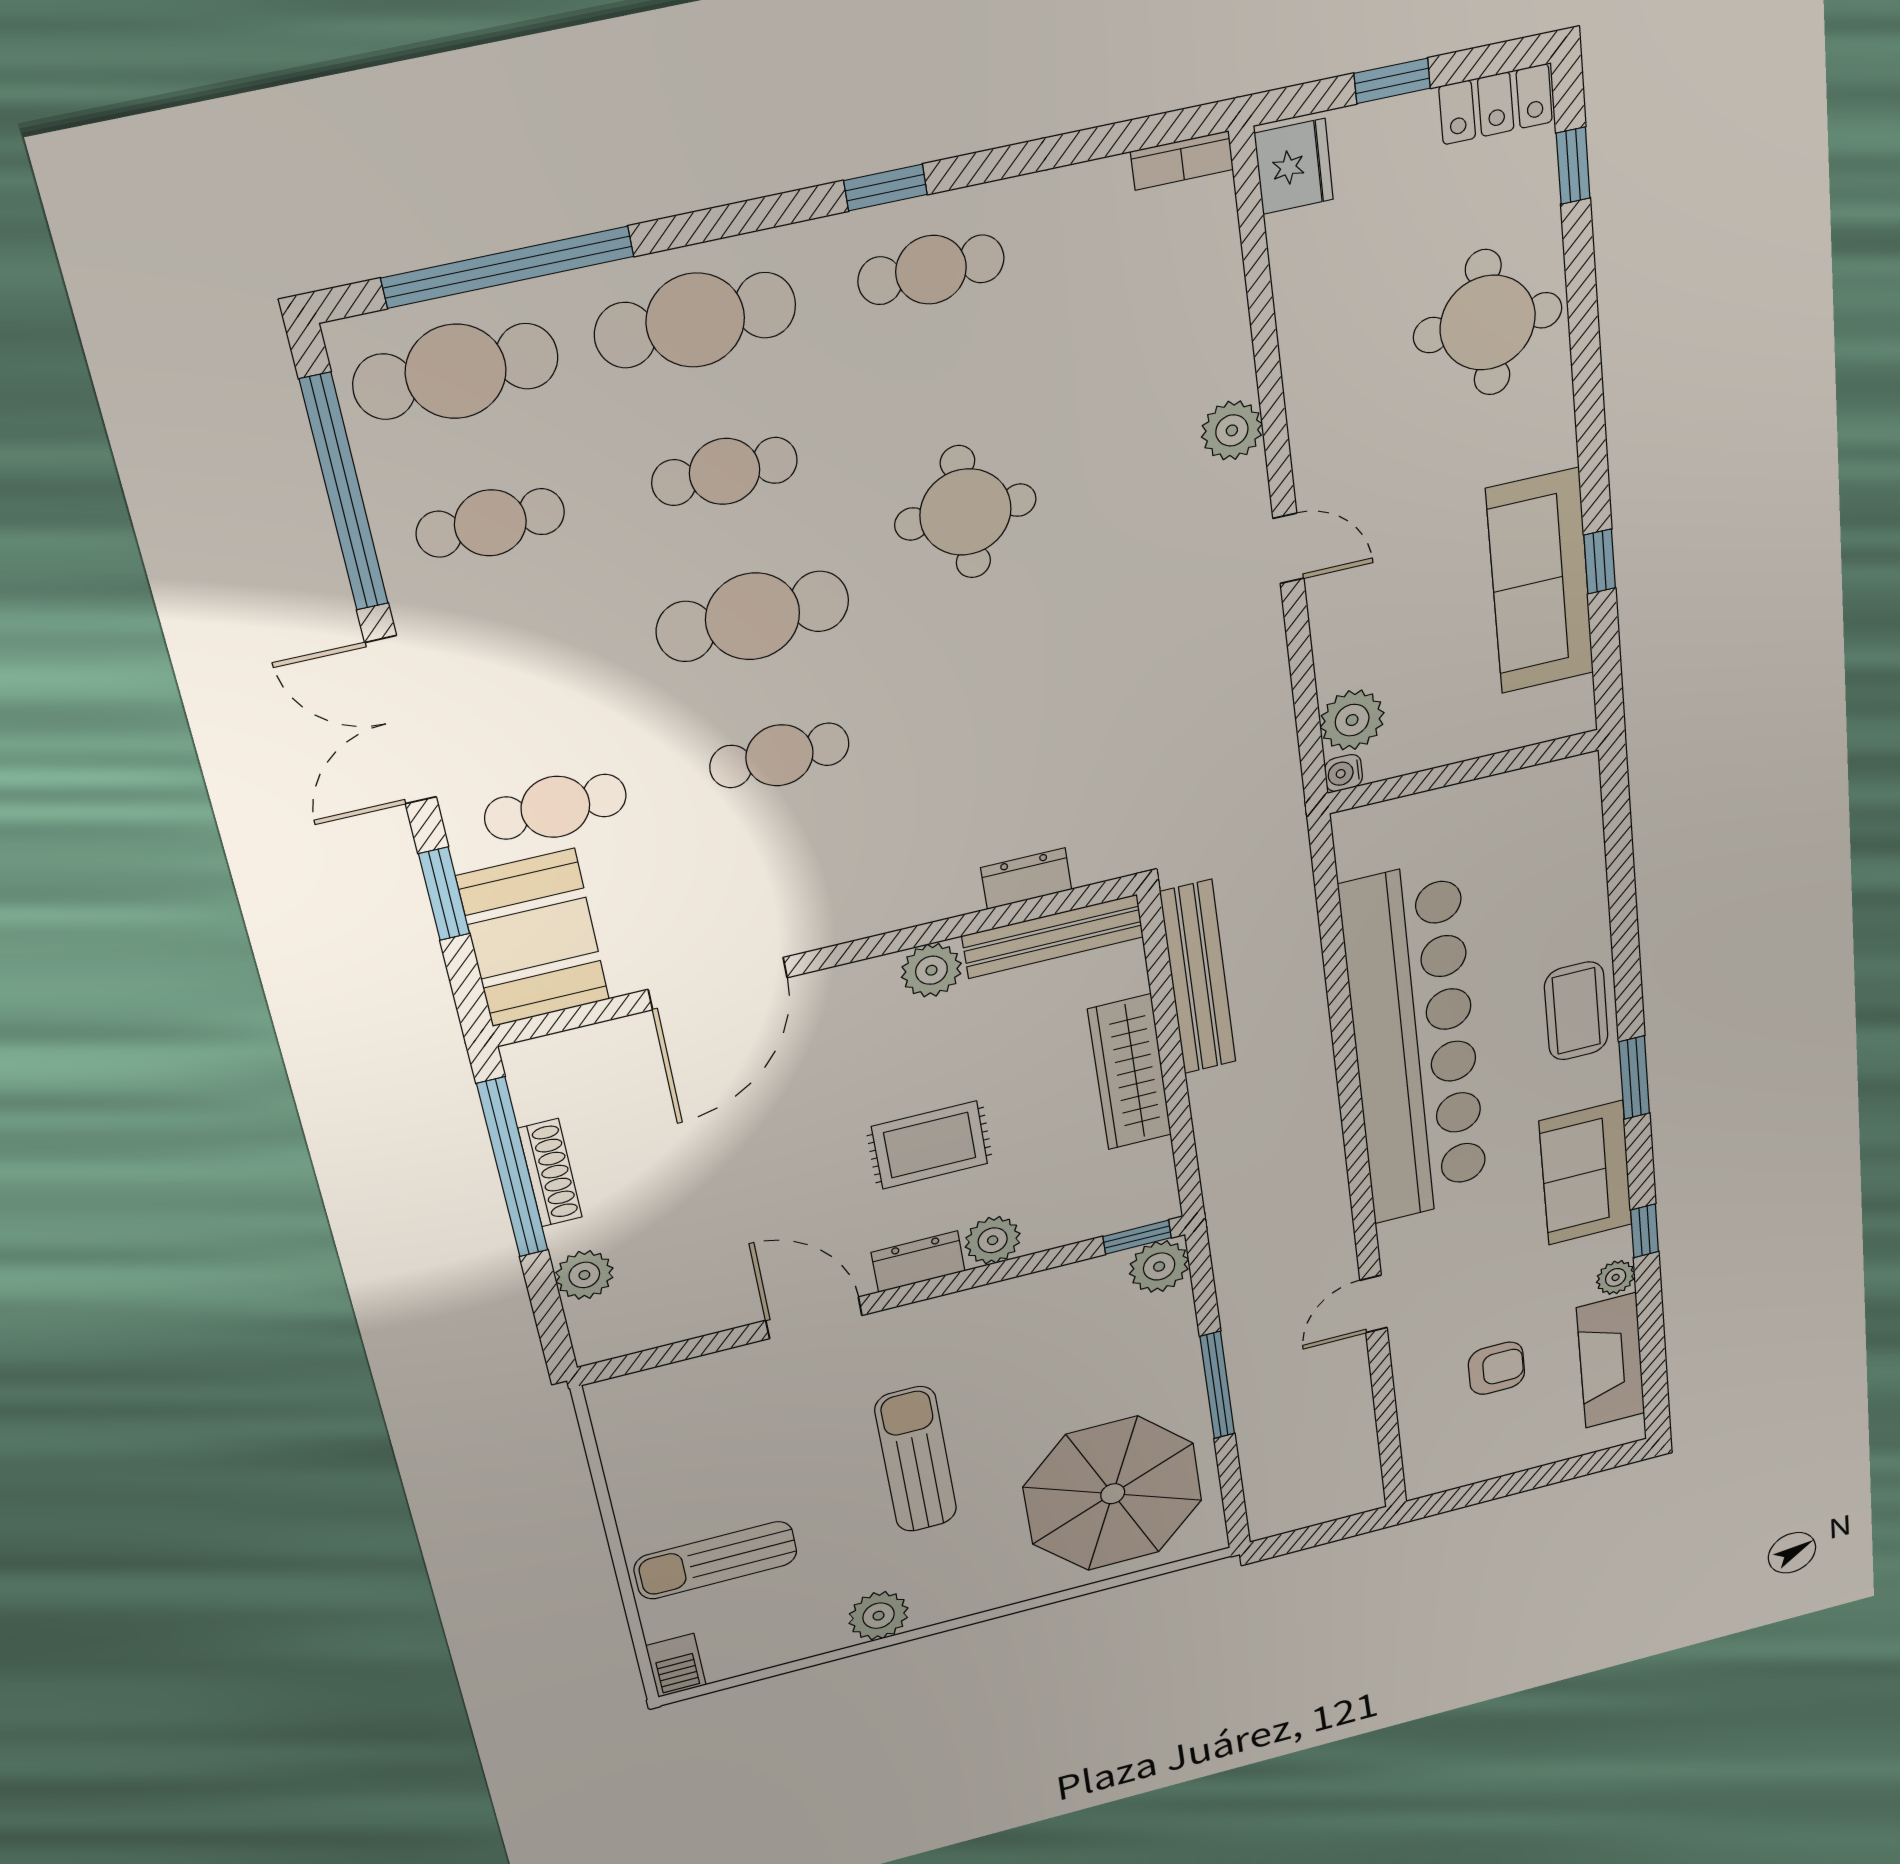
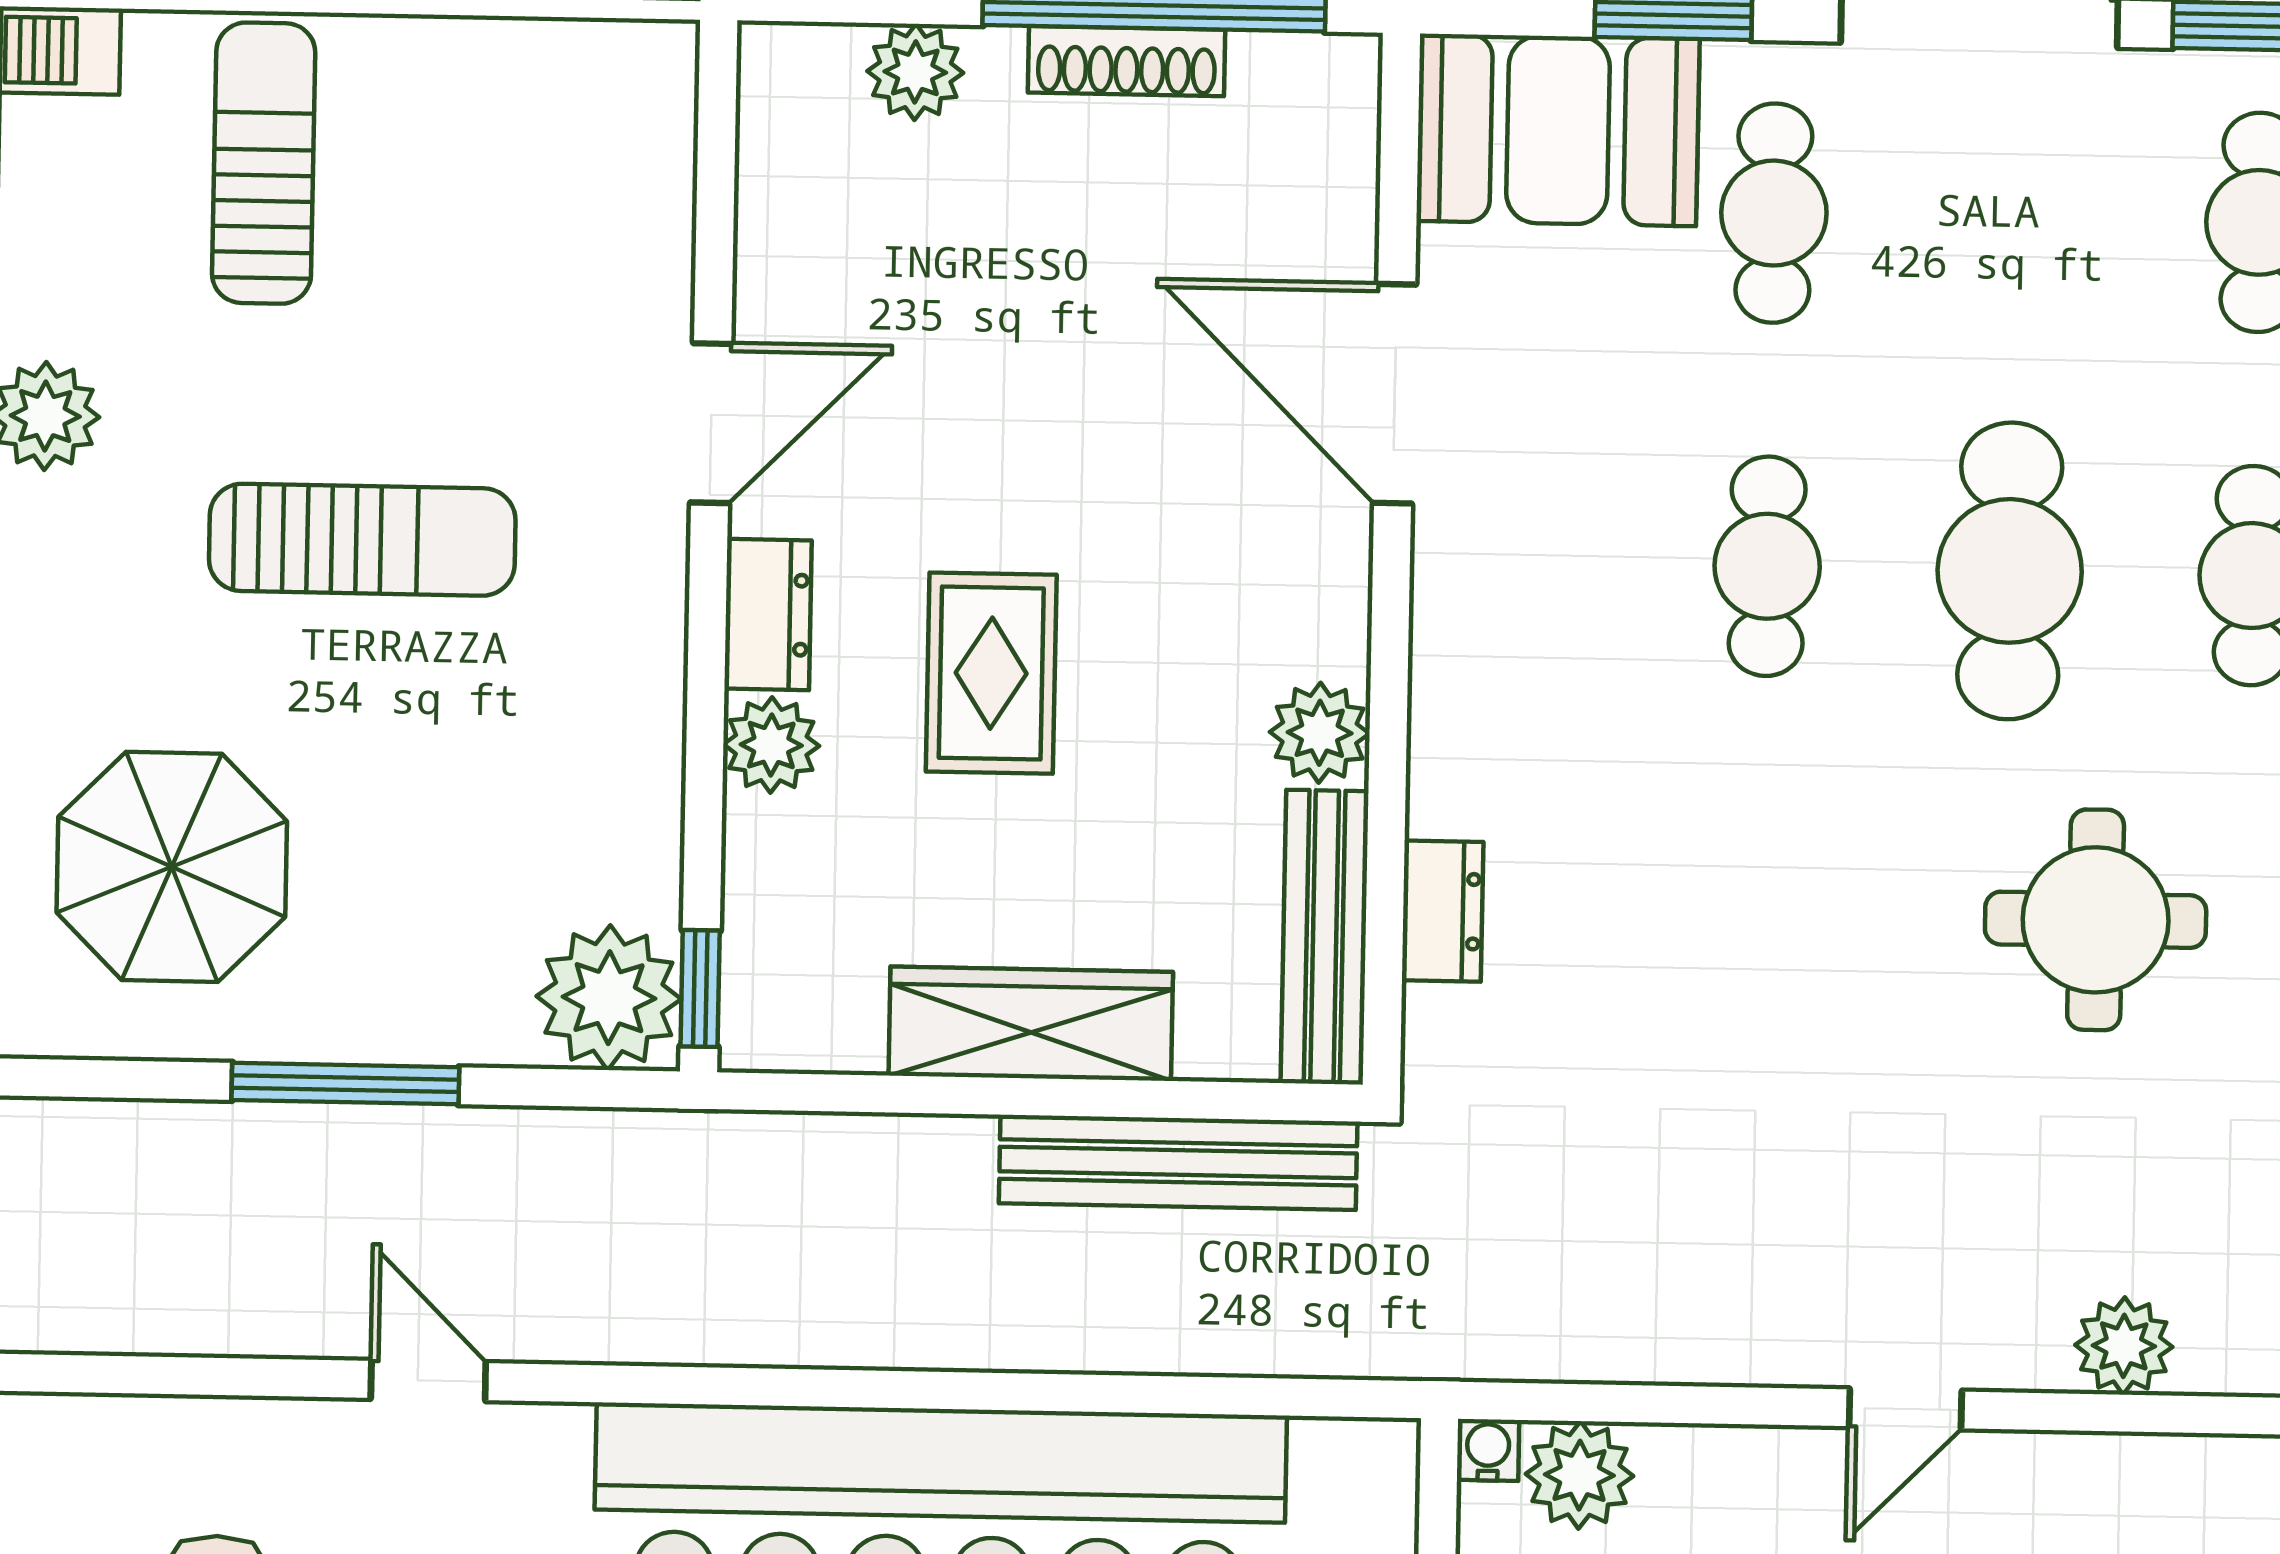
plant: (1159, 1266) -> (609, 998), width x1.36, depth x1.36
parasol: (1113, 1494) -> (172, 867), width x0.73, depth x0.73

